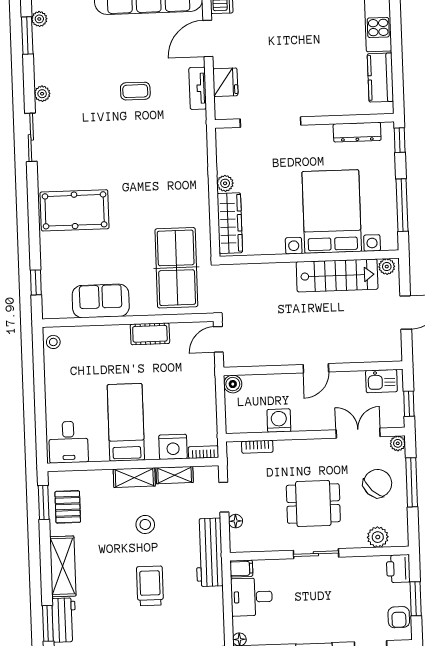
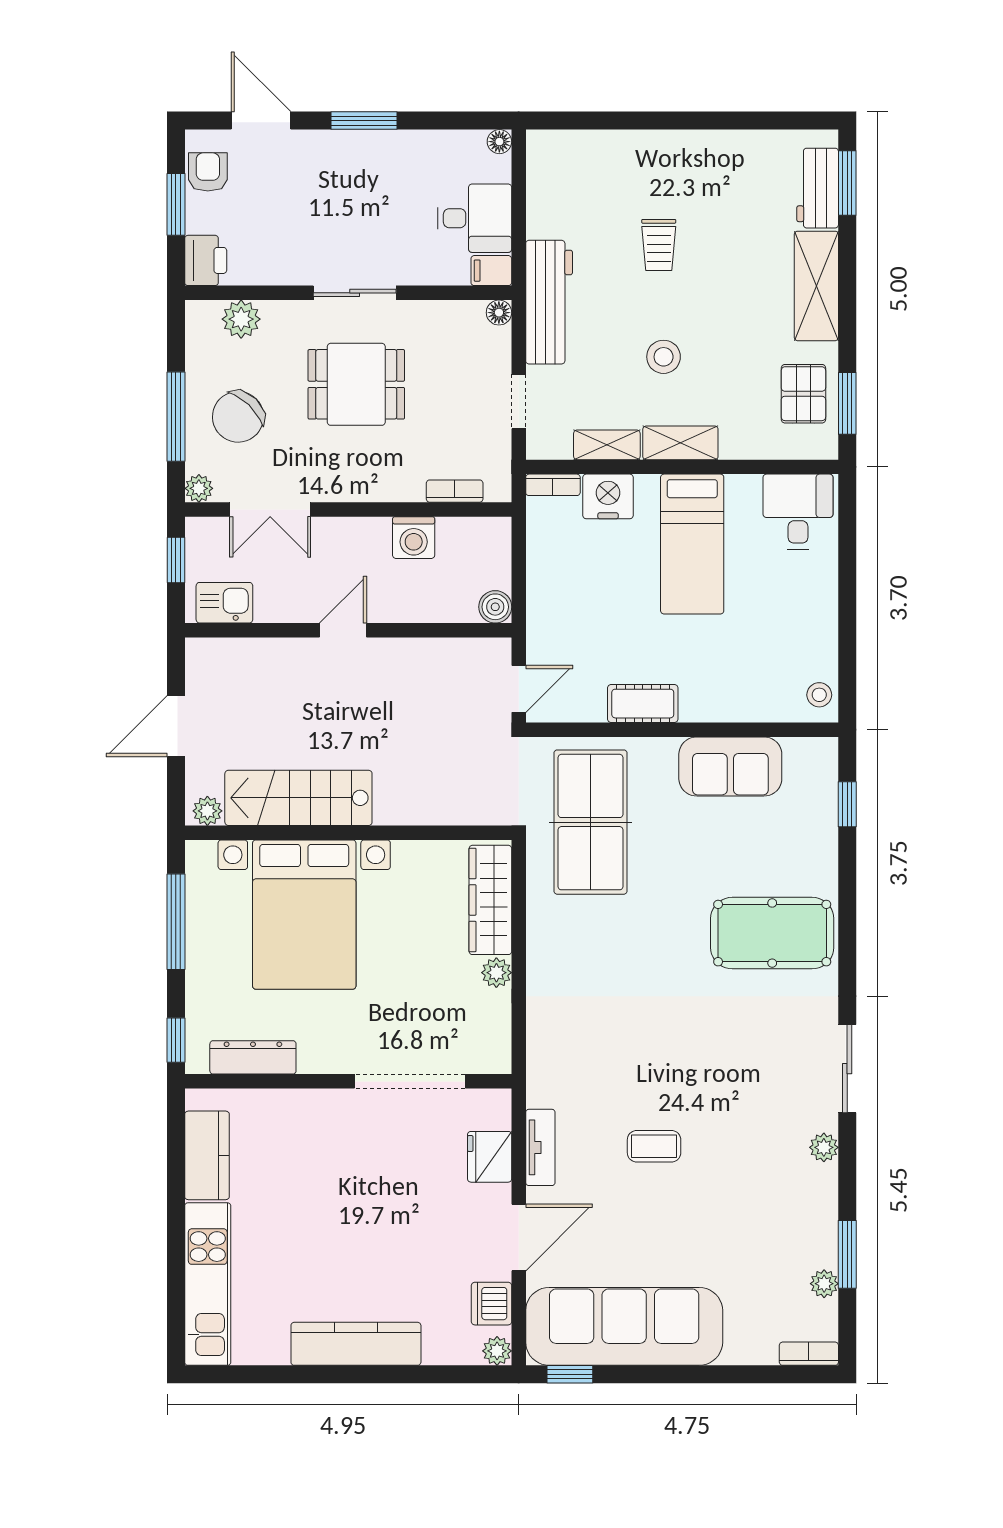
floor lamp: (236, 521) -> (499, 313), moved
trolley: (150, 586) -> (659, 245), width x0.73, depth x0.72

